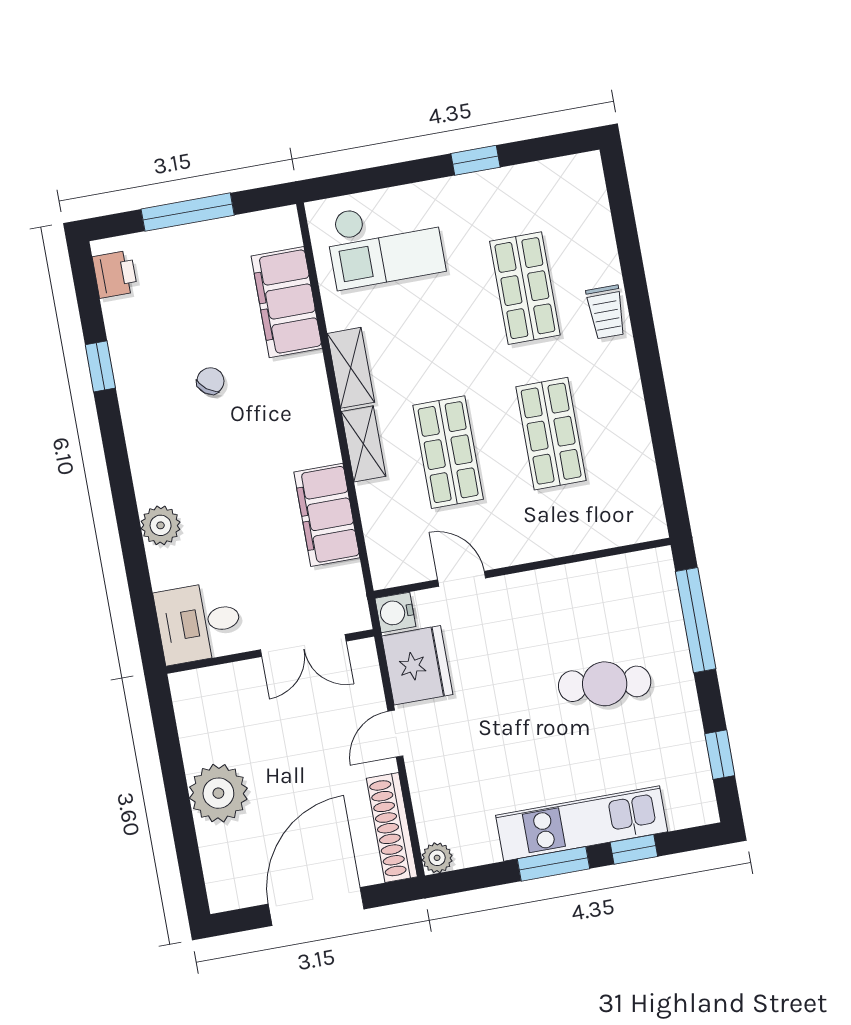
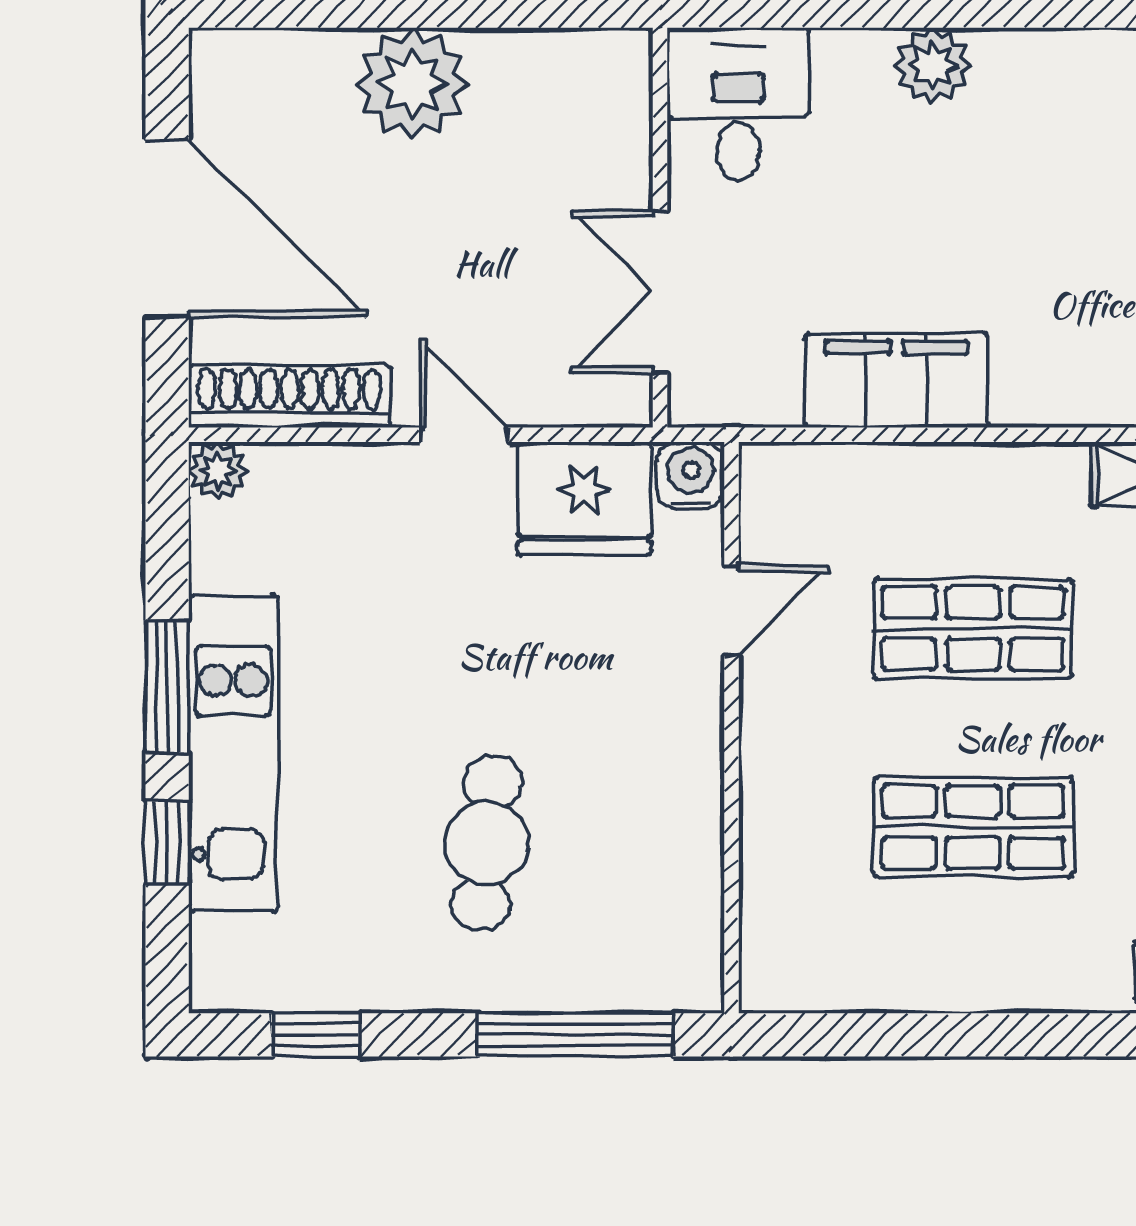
shelving: (363, 444) -> (1017, 473), removed

